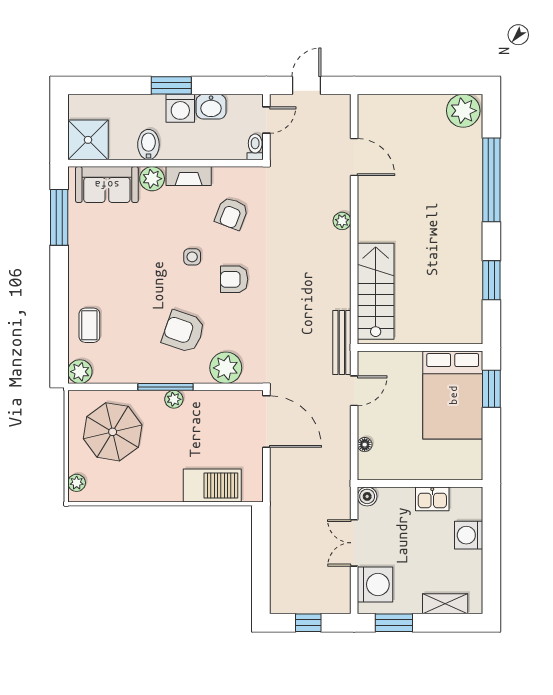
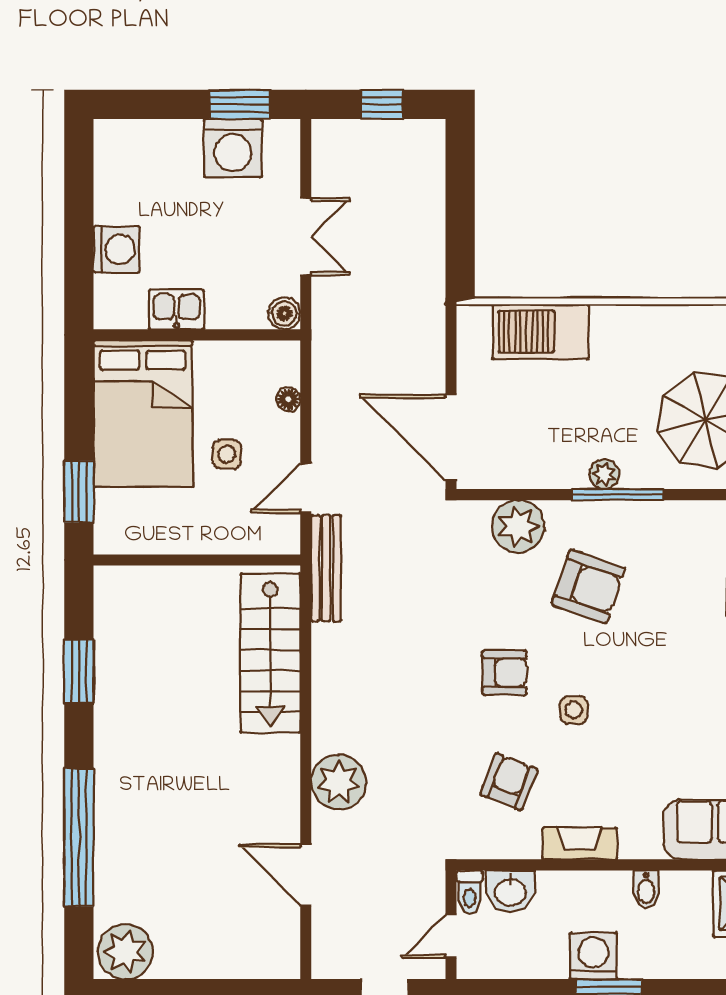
washbasin: (211, 107) -> (510, 891), moved, turned 180
bidet: (148, 145) -> (646, 889), width x0.72, depth x0.74
plant: (152, 179) -> (640, 839), removed
plant: (342, 221) -> (339, 782), width x1.87, depth x1.87
bed: (453, 395) -> (143, 414), moved, turned 180
side table: (402, 411) -> (227, 454), added
washing machine: (375, 584) -> (233, 148), moved, turned -90
shelving: (445, 604) -> (155, 136), removed

